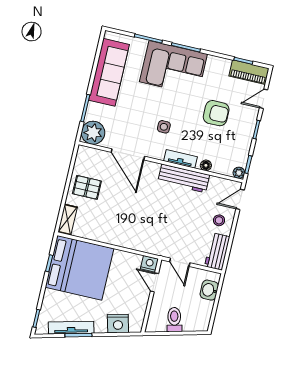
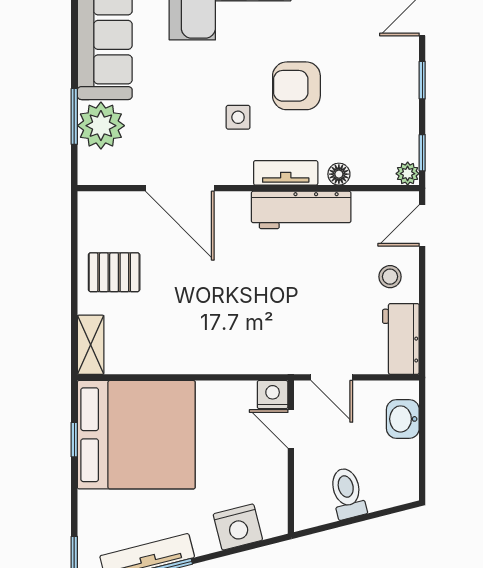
armchair: (216, 113) -> (296, 86), moved, turned 180
plant: (93, 133) -> (101, 126), moved

